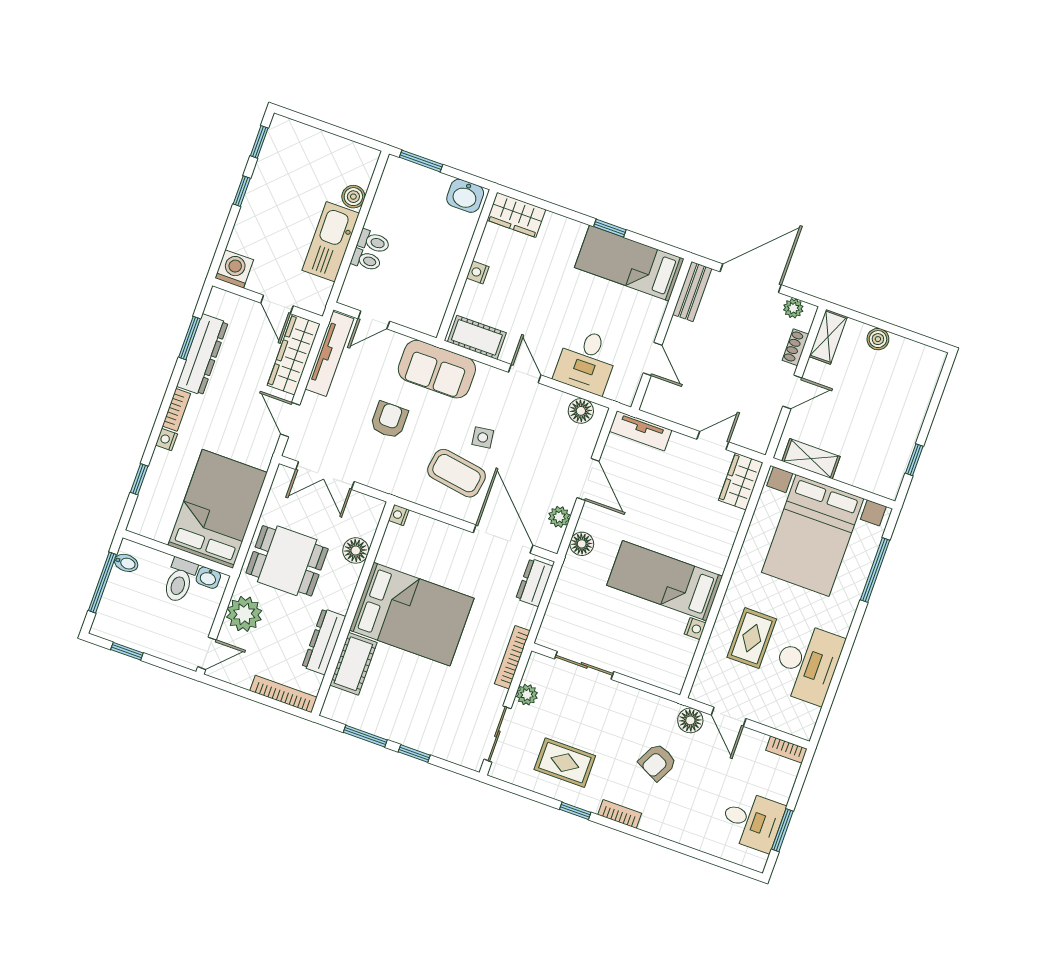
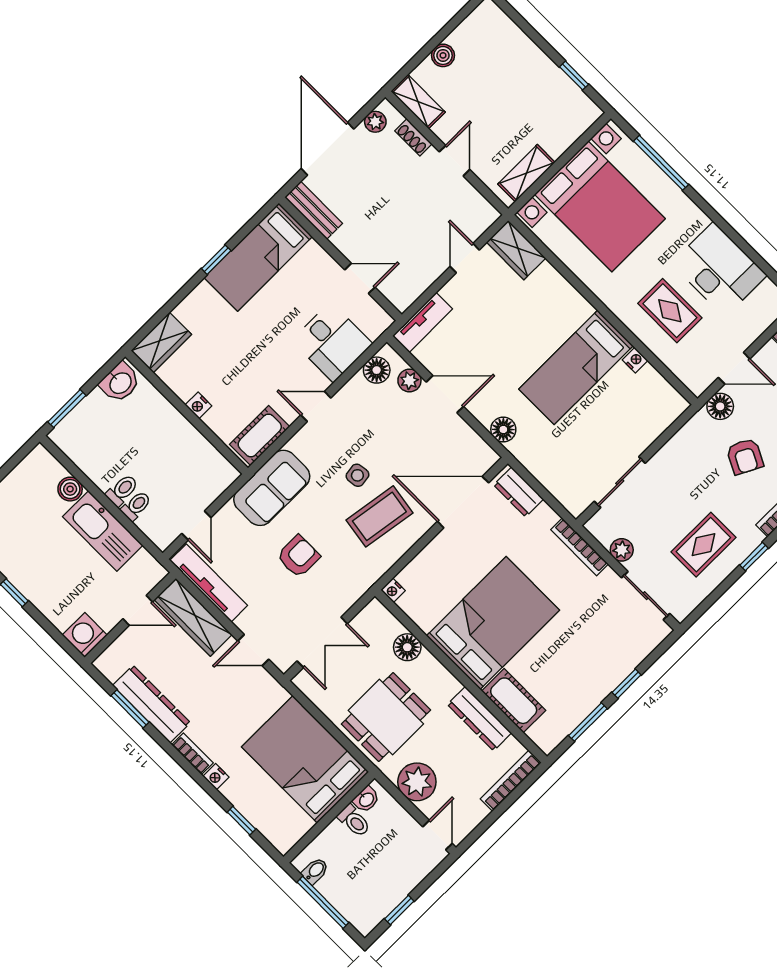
armchair: (389, 420) -> (298, 556), turned 90
plant: (559, 517) -> (409, 381), moved
toilet: (180, 580) -> (354, 821), width x0.73, depth x0.72

